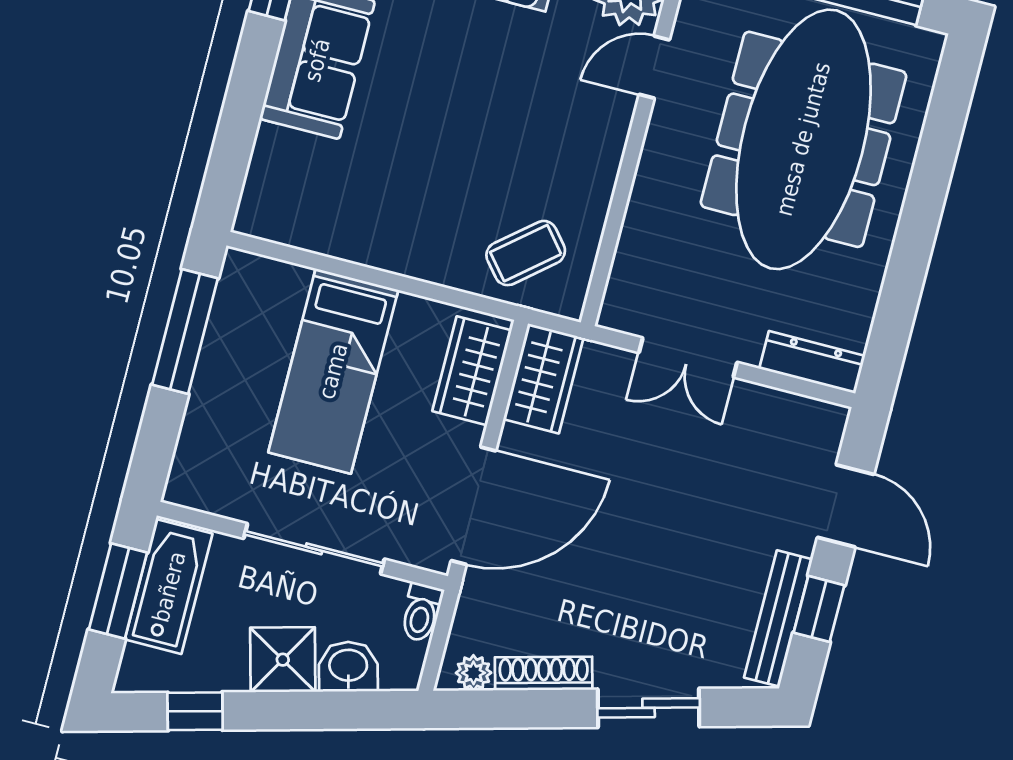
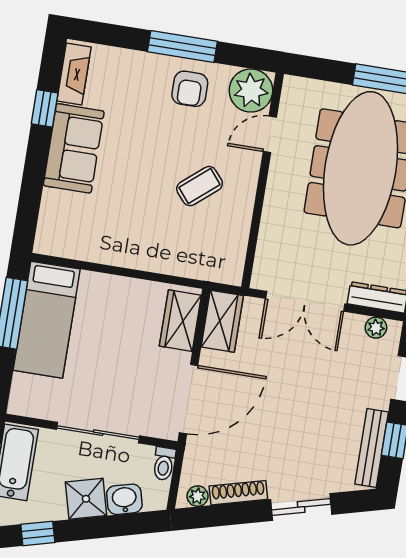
coffee table: (526, 253) -> (200, 186), moved
double door: (688, 357) -> (305, 301), width x1.37
bed: (333, 371) -> (47, 320), moved
plant: (805, 414) -> (376, 328), added

